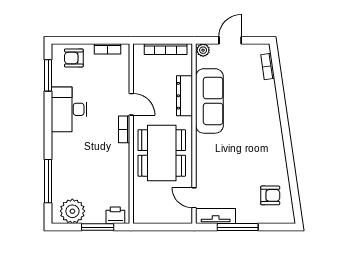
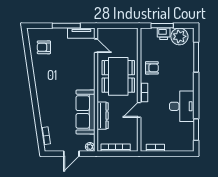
armchair: (74, 58) -> (152, 68), moved
door: (131, 104) -> (139, 110), hinge flipped
printer: (115, 215) -> (164, 34), moved

